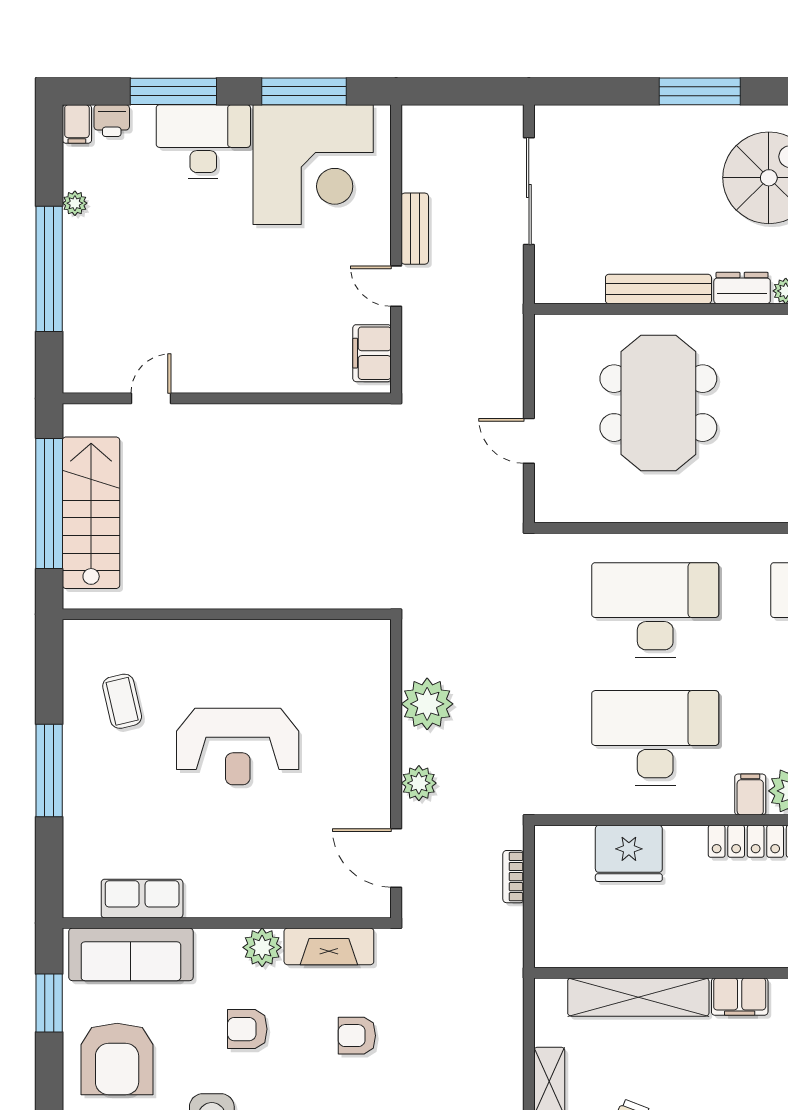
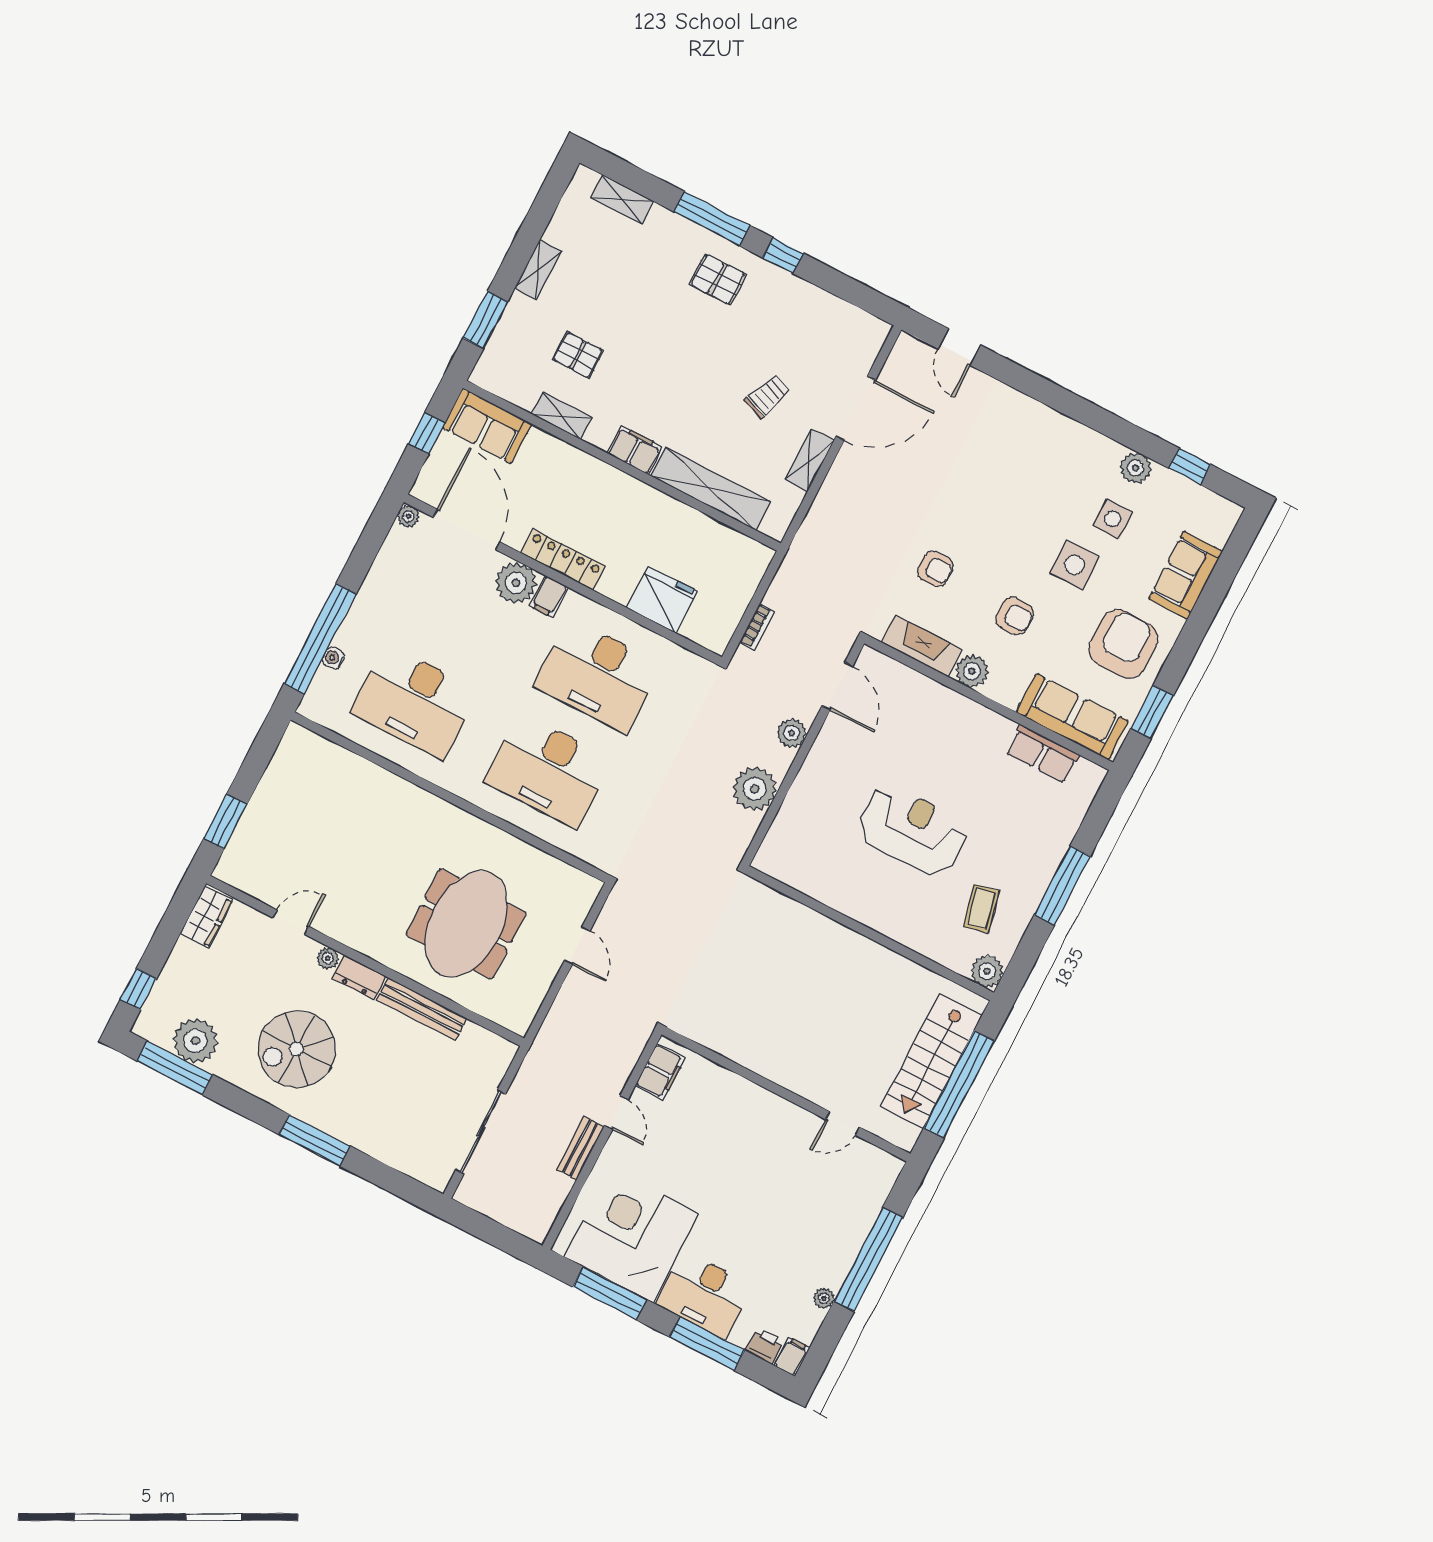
plant: (82, 638) -> (987, 971), added

